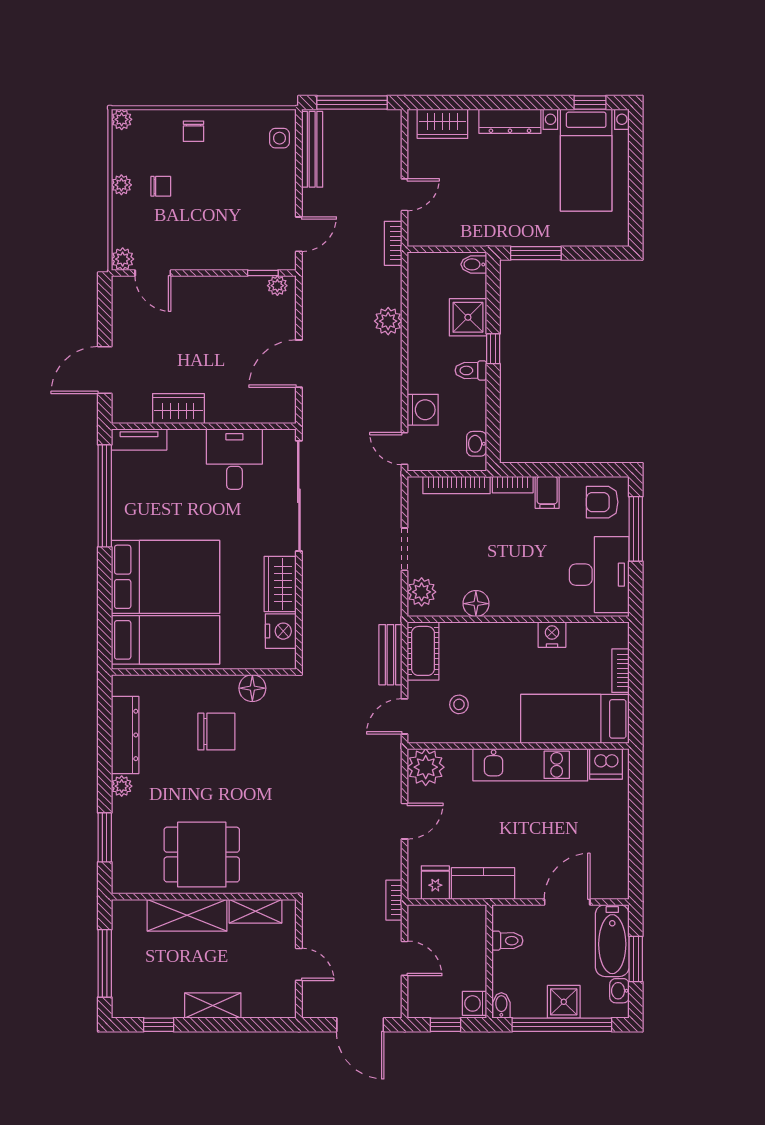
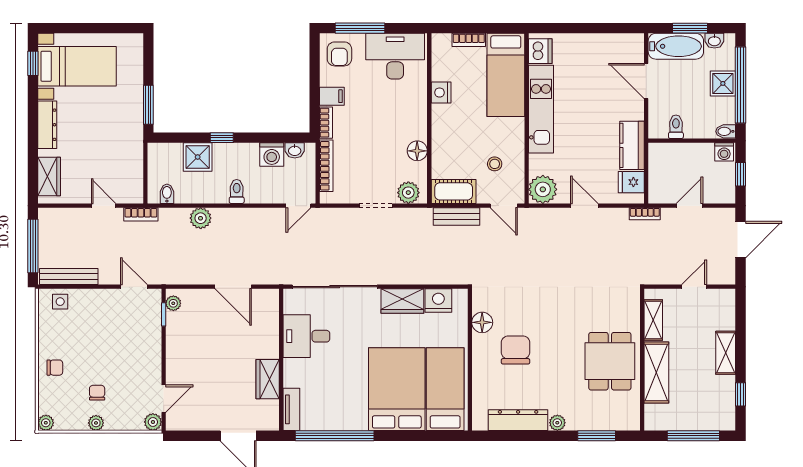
bidet: (474, 264) -> (167, 194), moved, turned 180
toilet: (471, 370) -> (237, 191), moved, turned 180
washing machine: (423, 410) -> (272, 155), moved, turned 180

